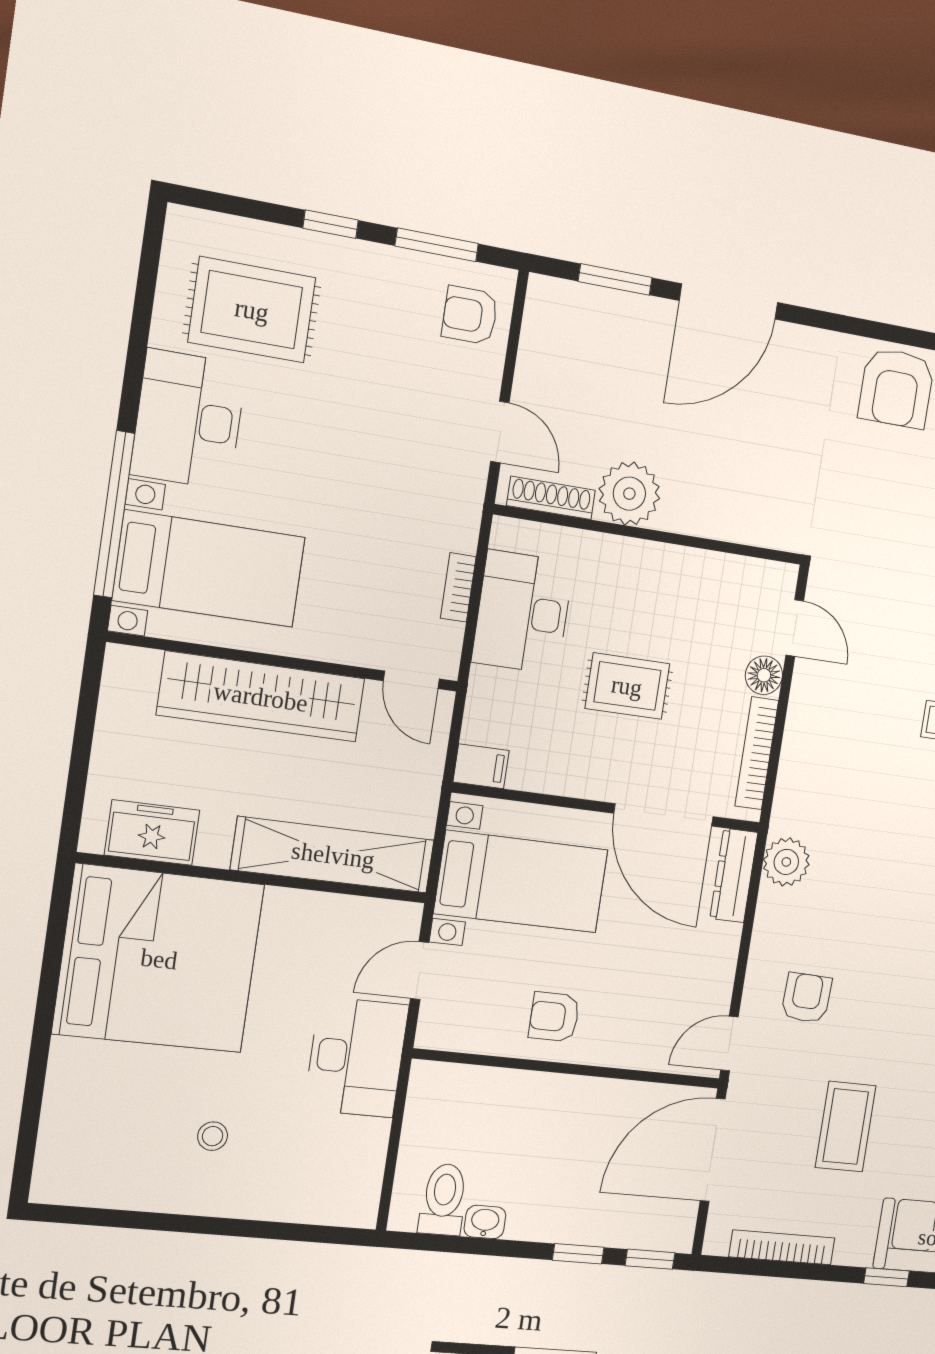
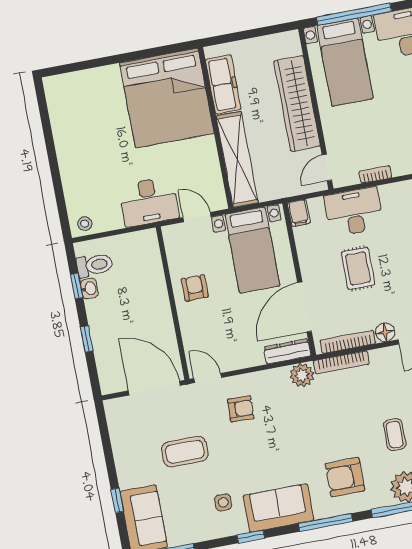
desk: (523, 612) -> (354, 212), moved
freezer: (152, 833) -> (223, 84), width x1.40
stool: (213, 1136) -> (85, 224), moved
bookcase: (782, 1247) -> (341, 362), moved, turned 90
window: (650, 1259) -> (77, 286), moved

